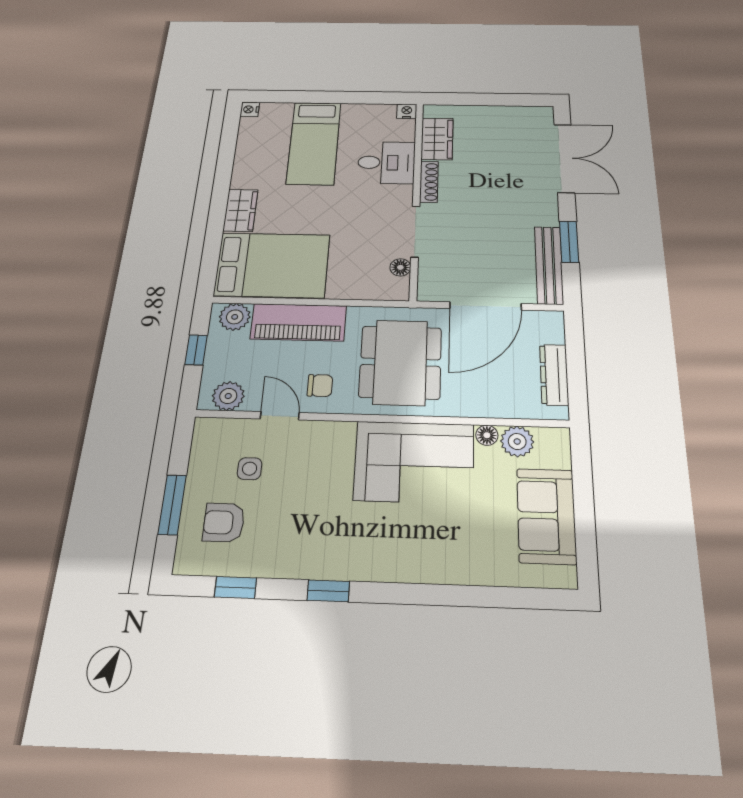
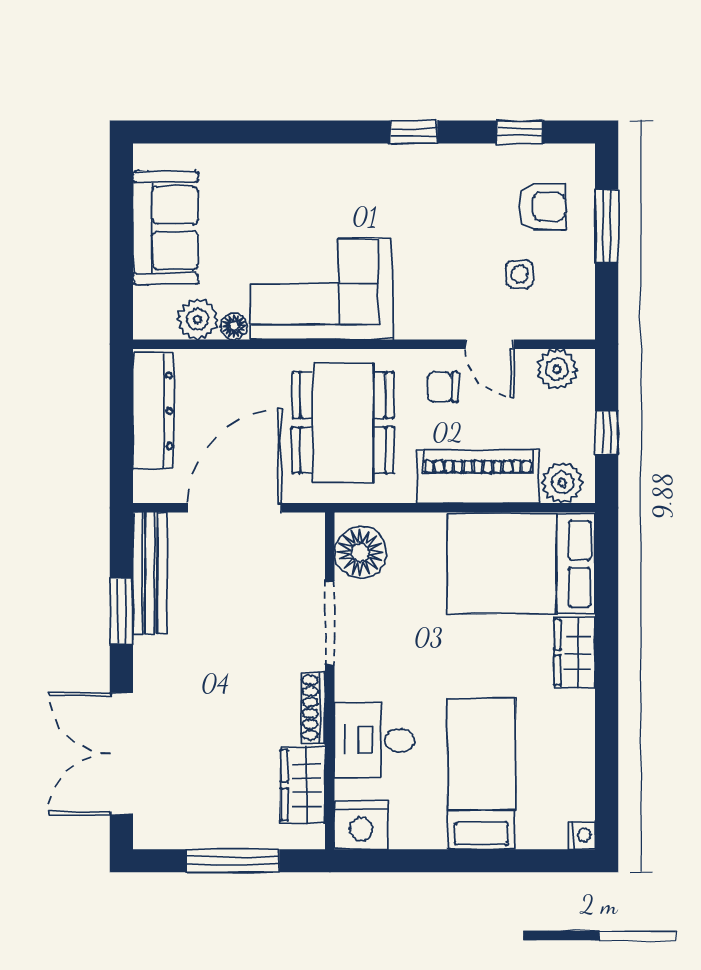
window: (486, 99) -> (233, 861), added
nightstand: (407, 111) -> (361, 825), width x1.89, depth x1.79
floor lamp: (400, 267) -> (360, 552), width x1.89, depth x1.89
dresser: (554, 375) -> (153, 411), width x1.37, depth x1.24

